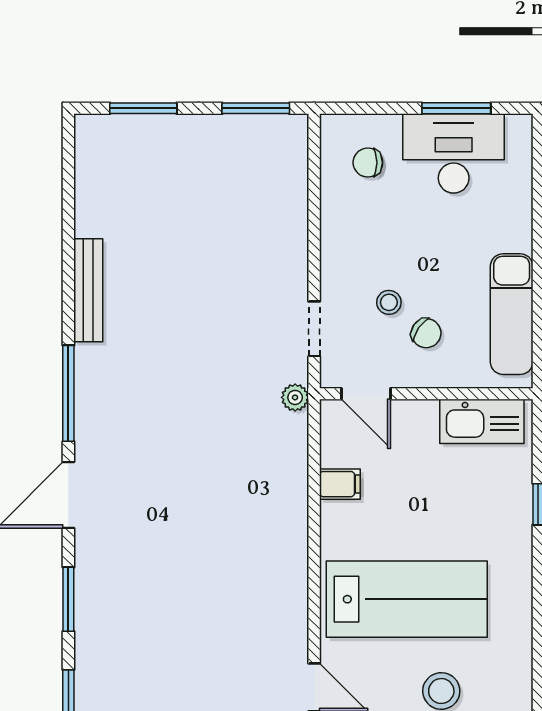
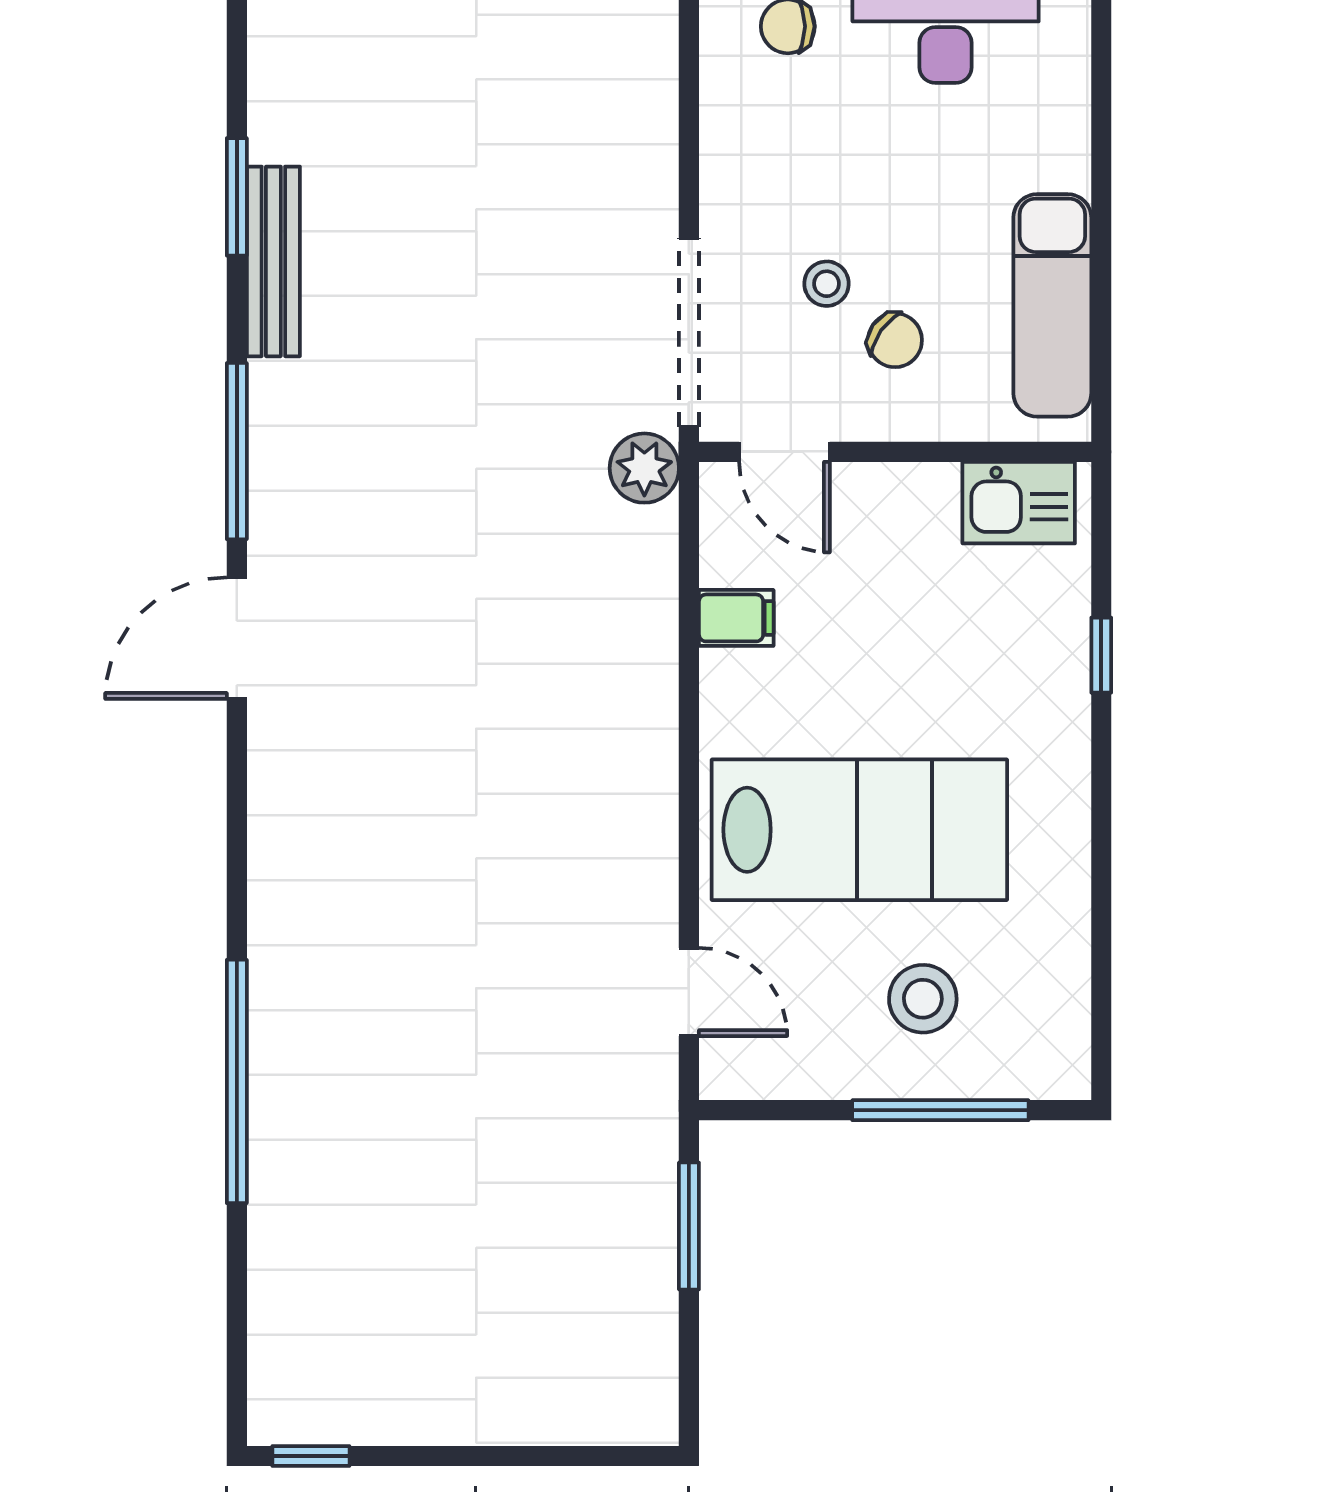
doorway: (314, 329) -> (689, 332), width x1.87
plant: (295, 397) -> (644, 468), width x1.38, depth x1.38
kitchen sink: (482, 421) -> (1019, 503), width x0.73
window: (68, 599) -> (237, 197), moved

